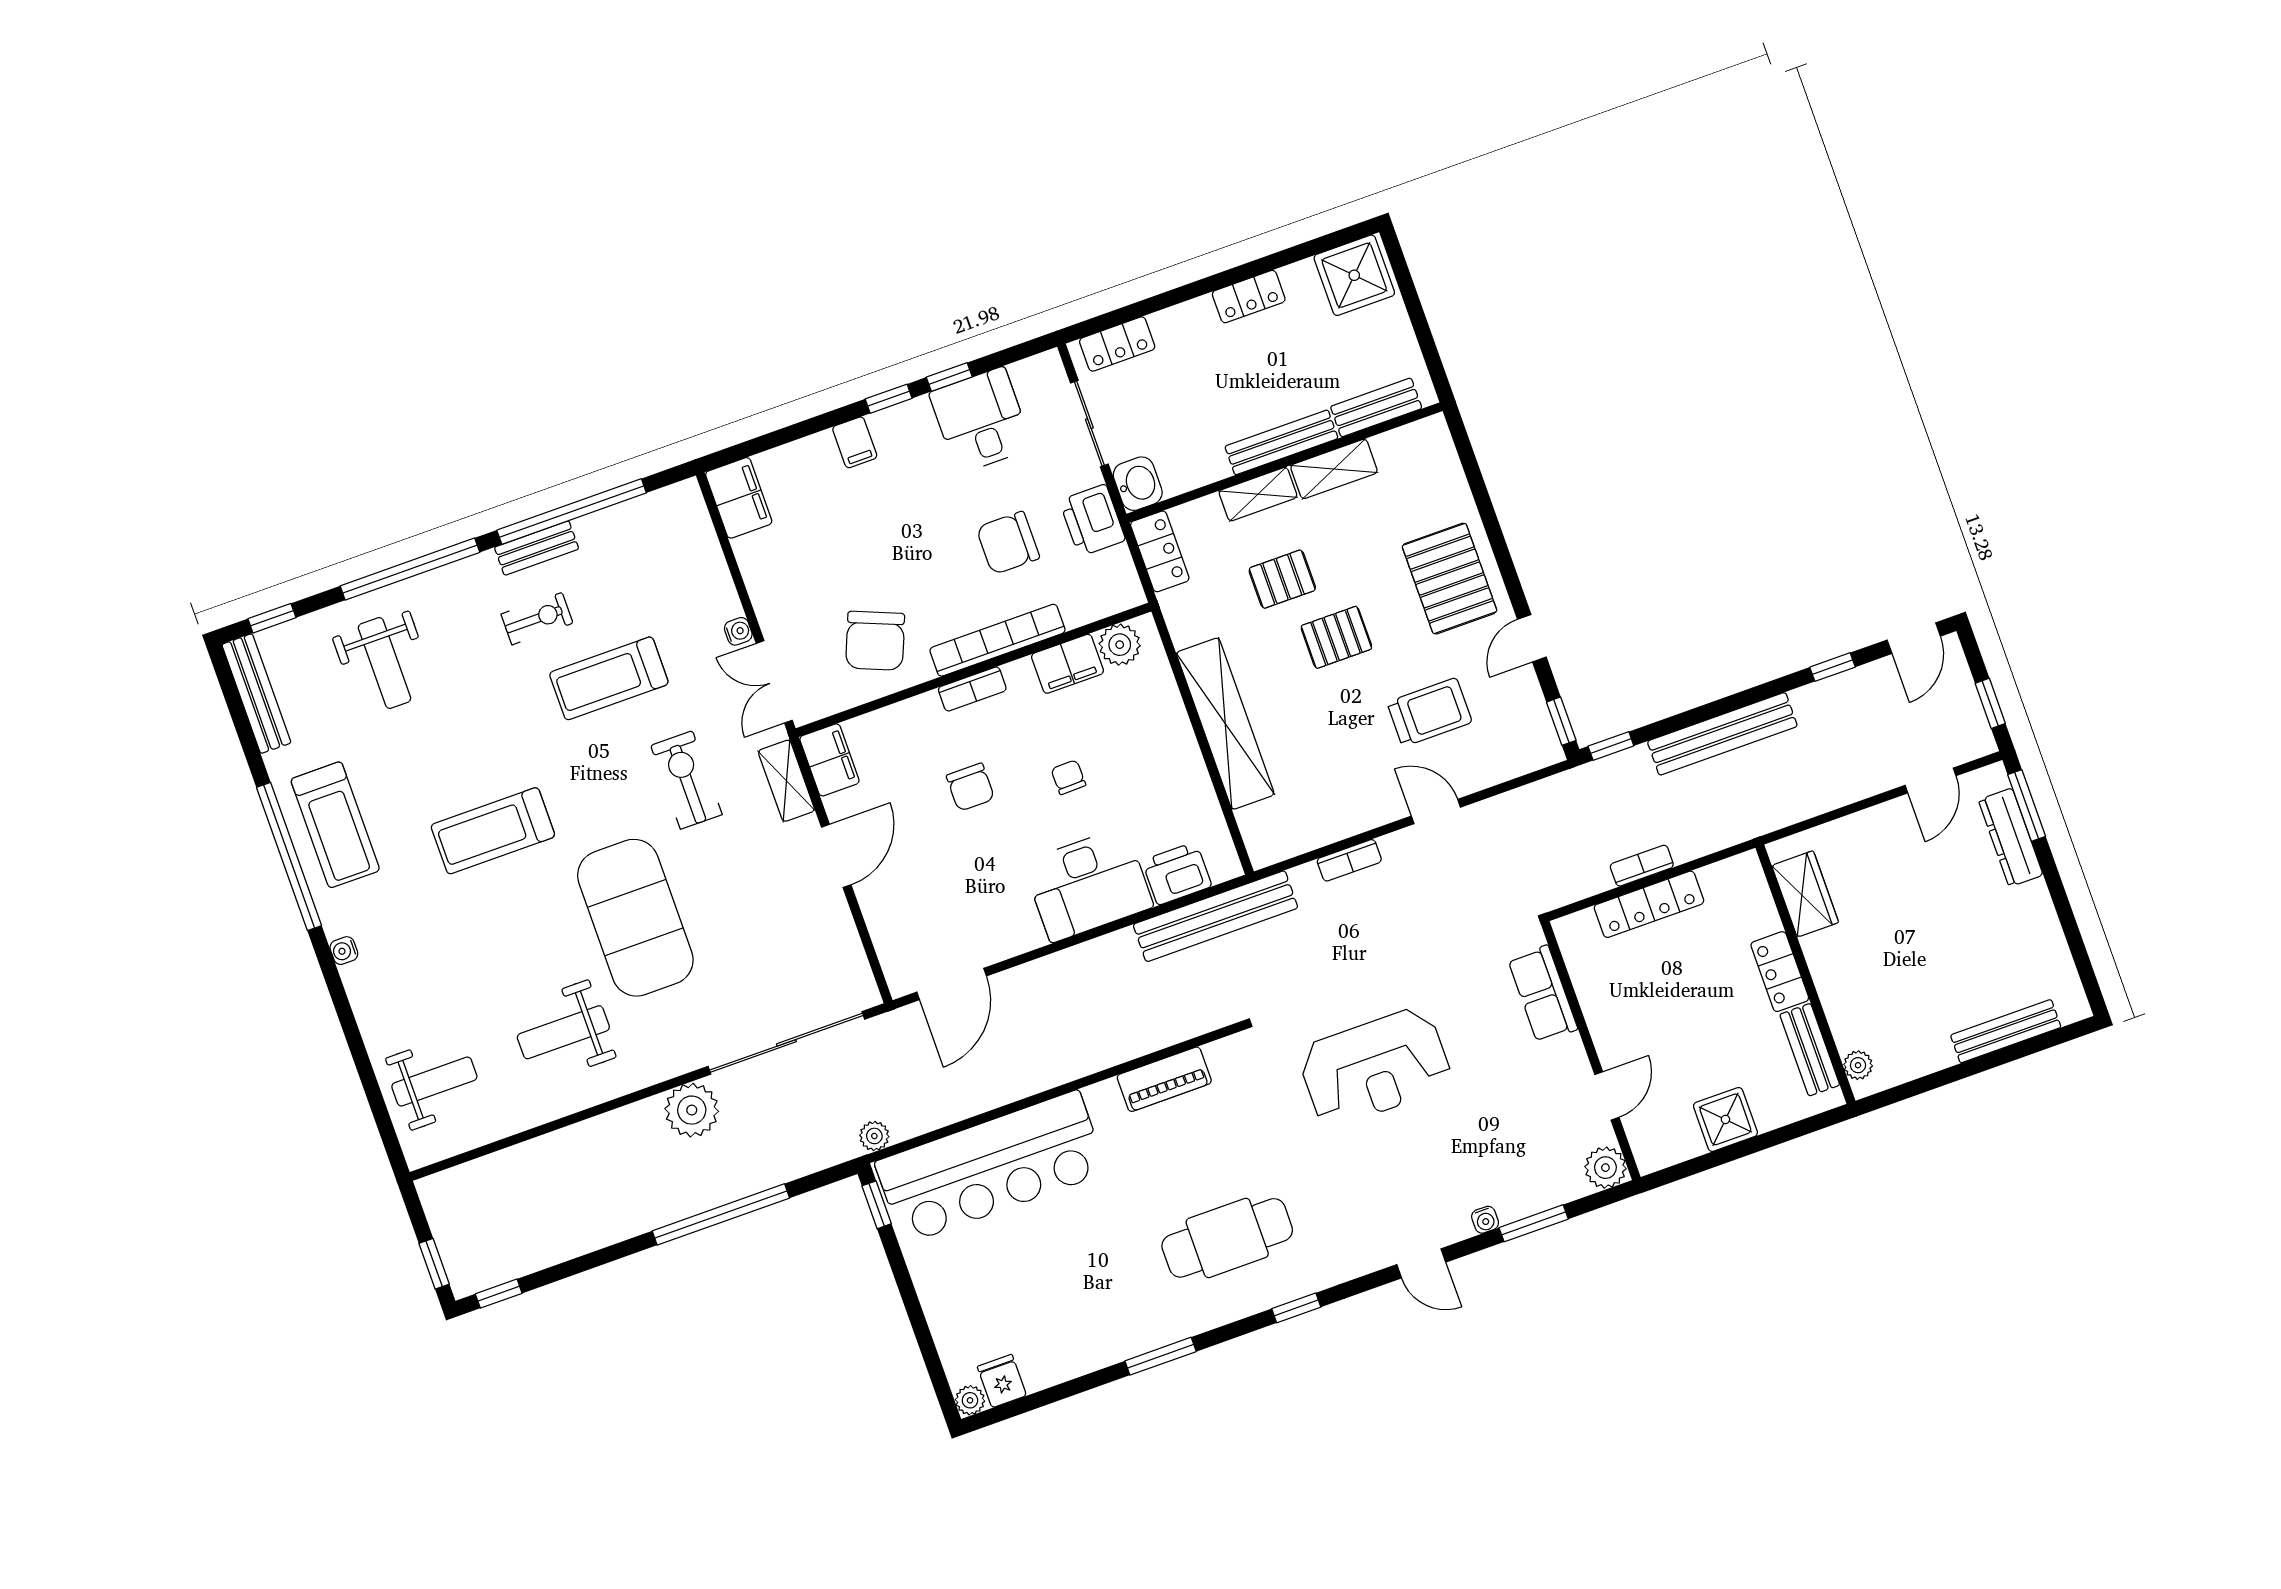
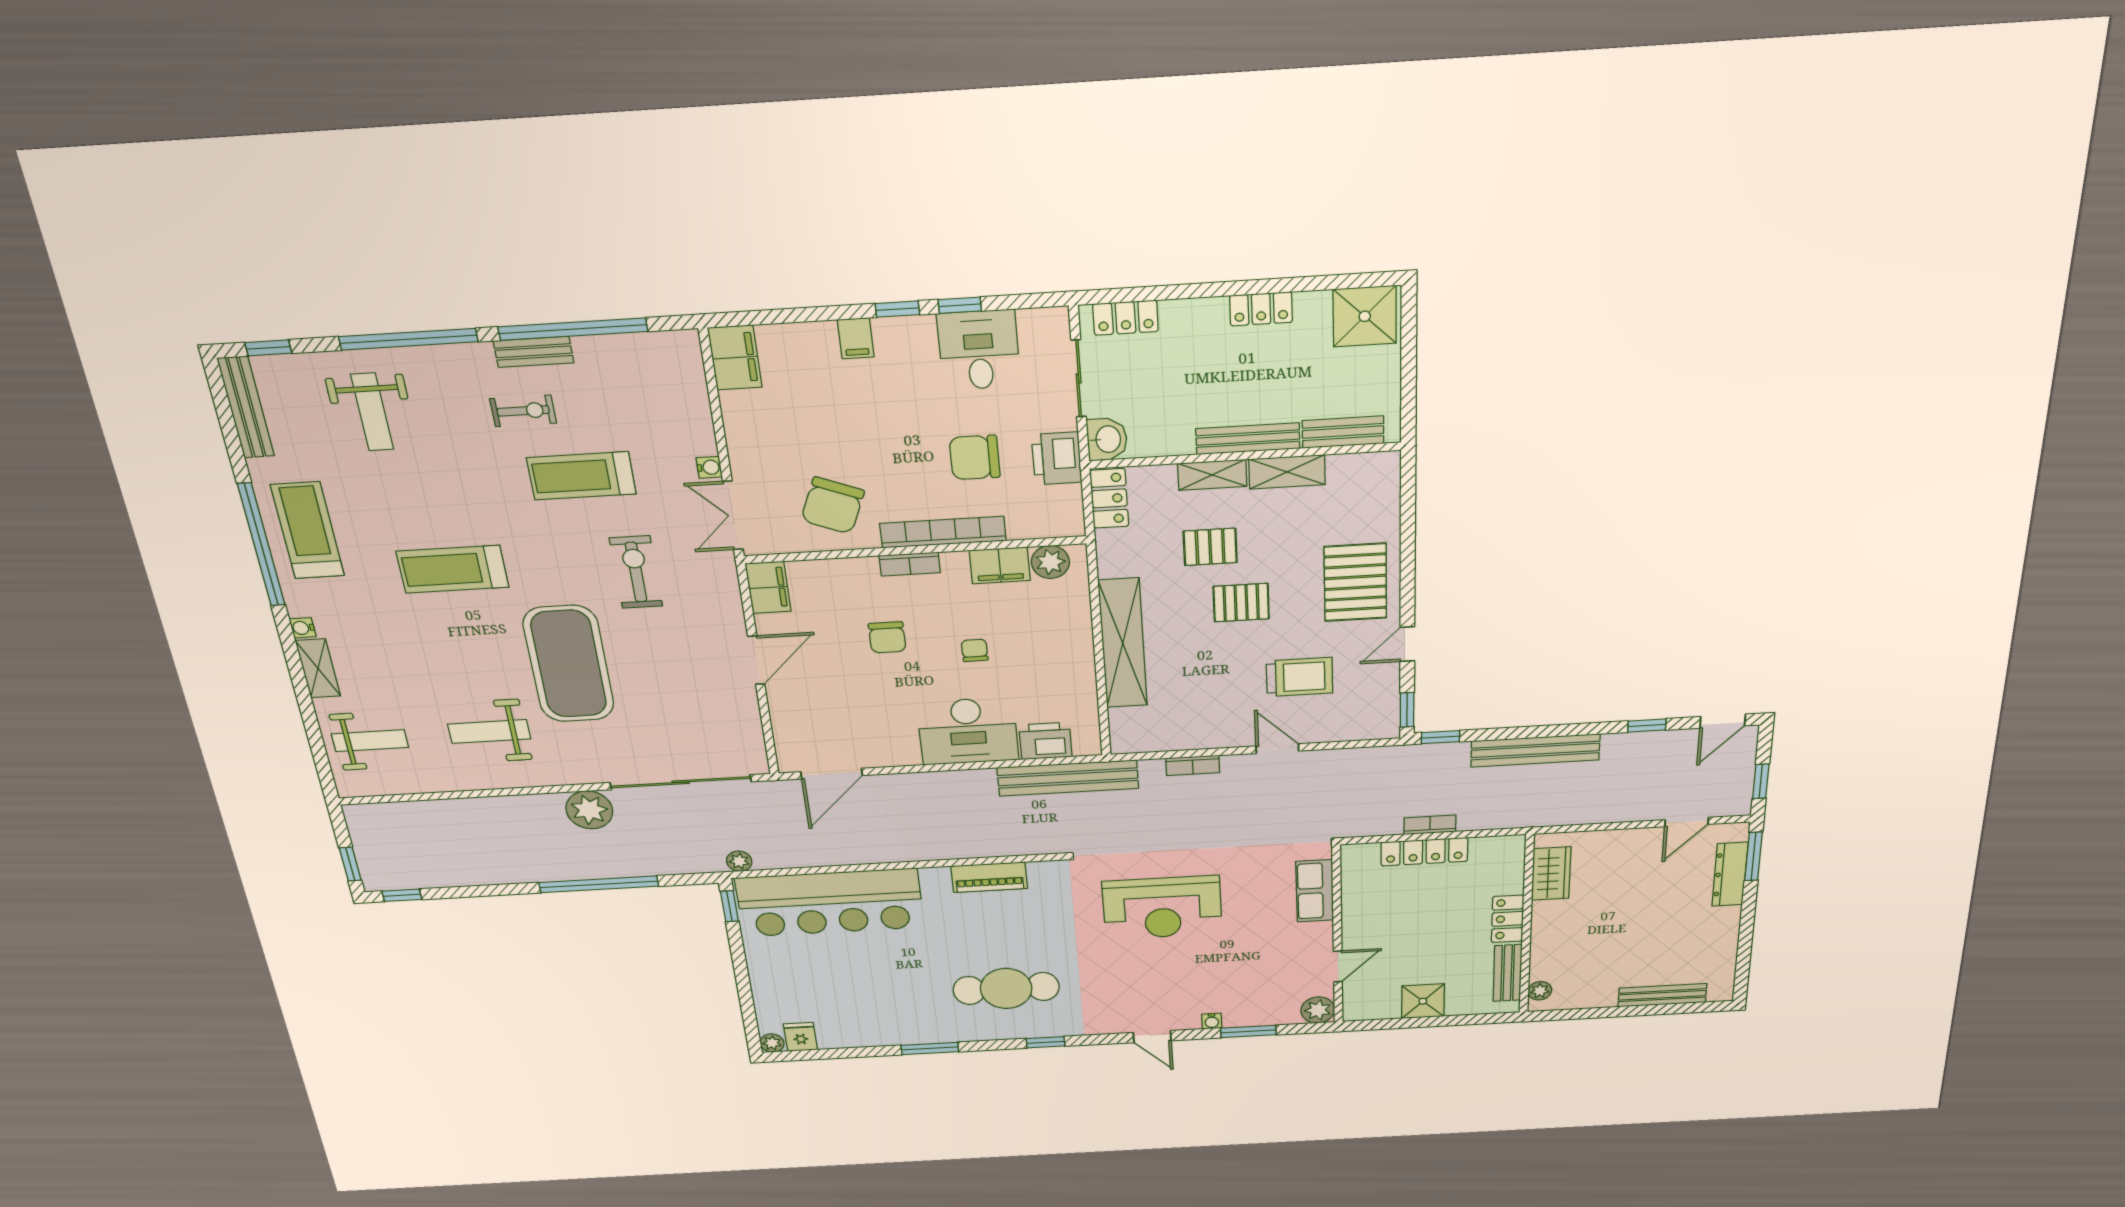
shelving: (786, 781) -> (318, 668), moved
treadmill: (335, 825) -> (307, 530), turned 180

